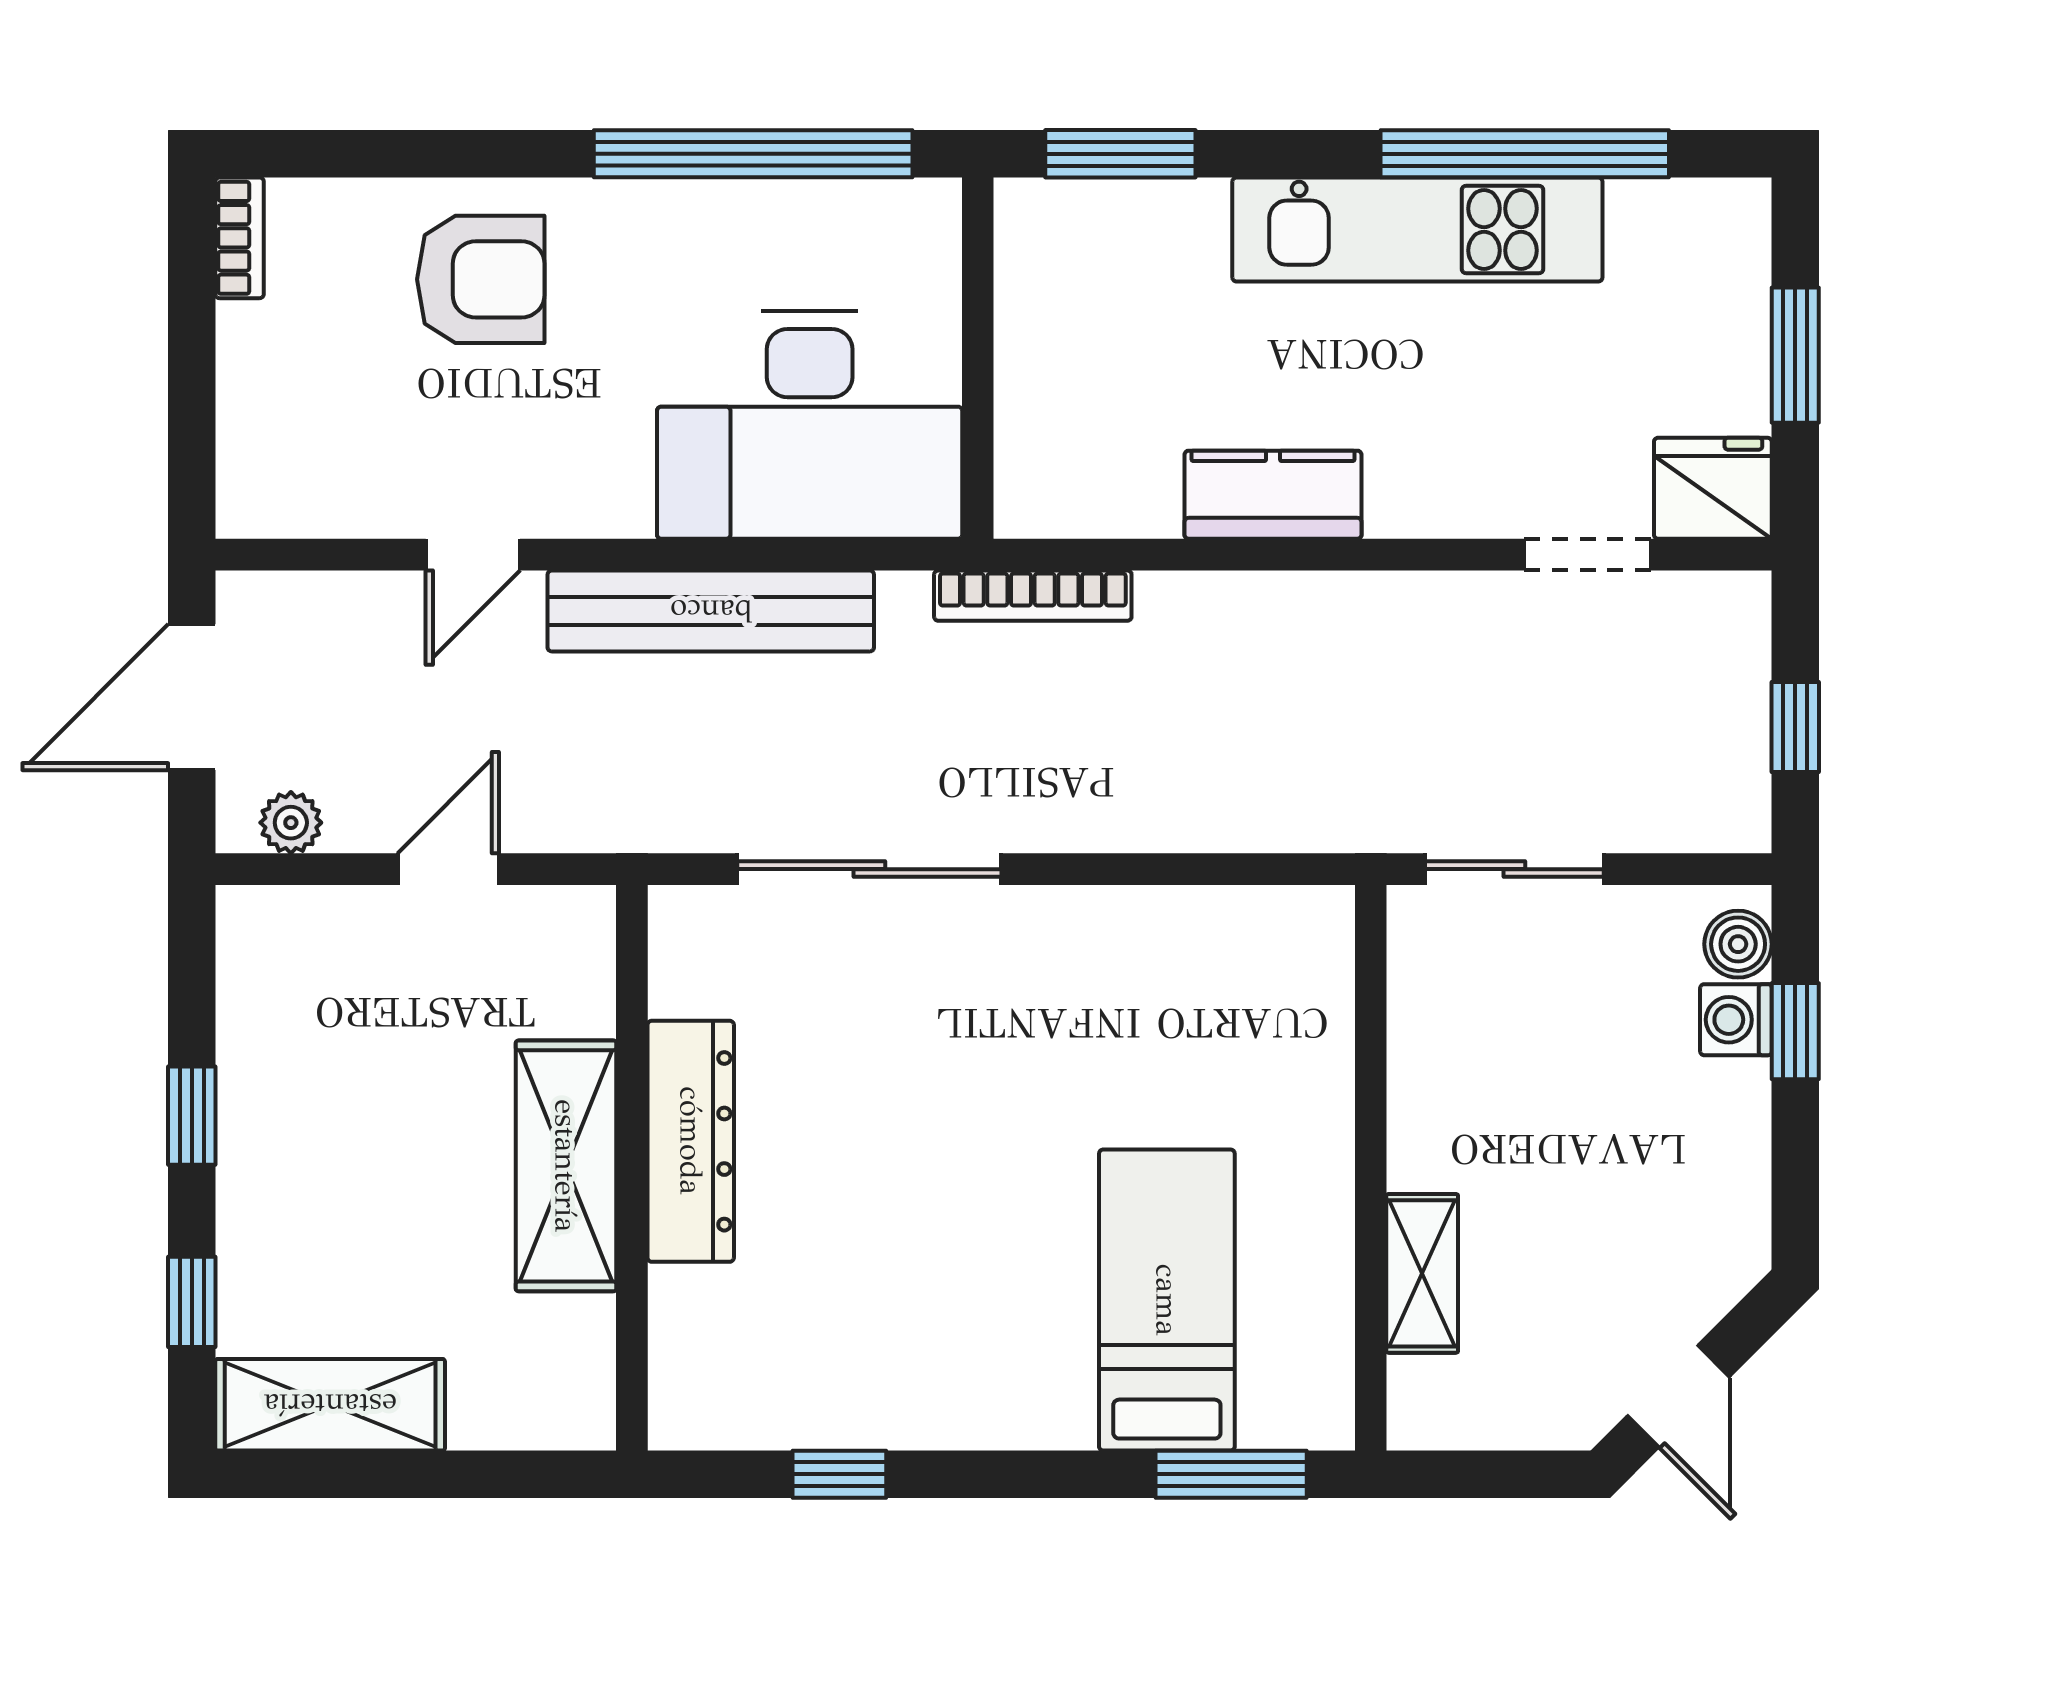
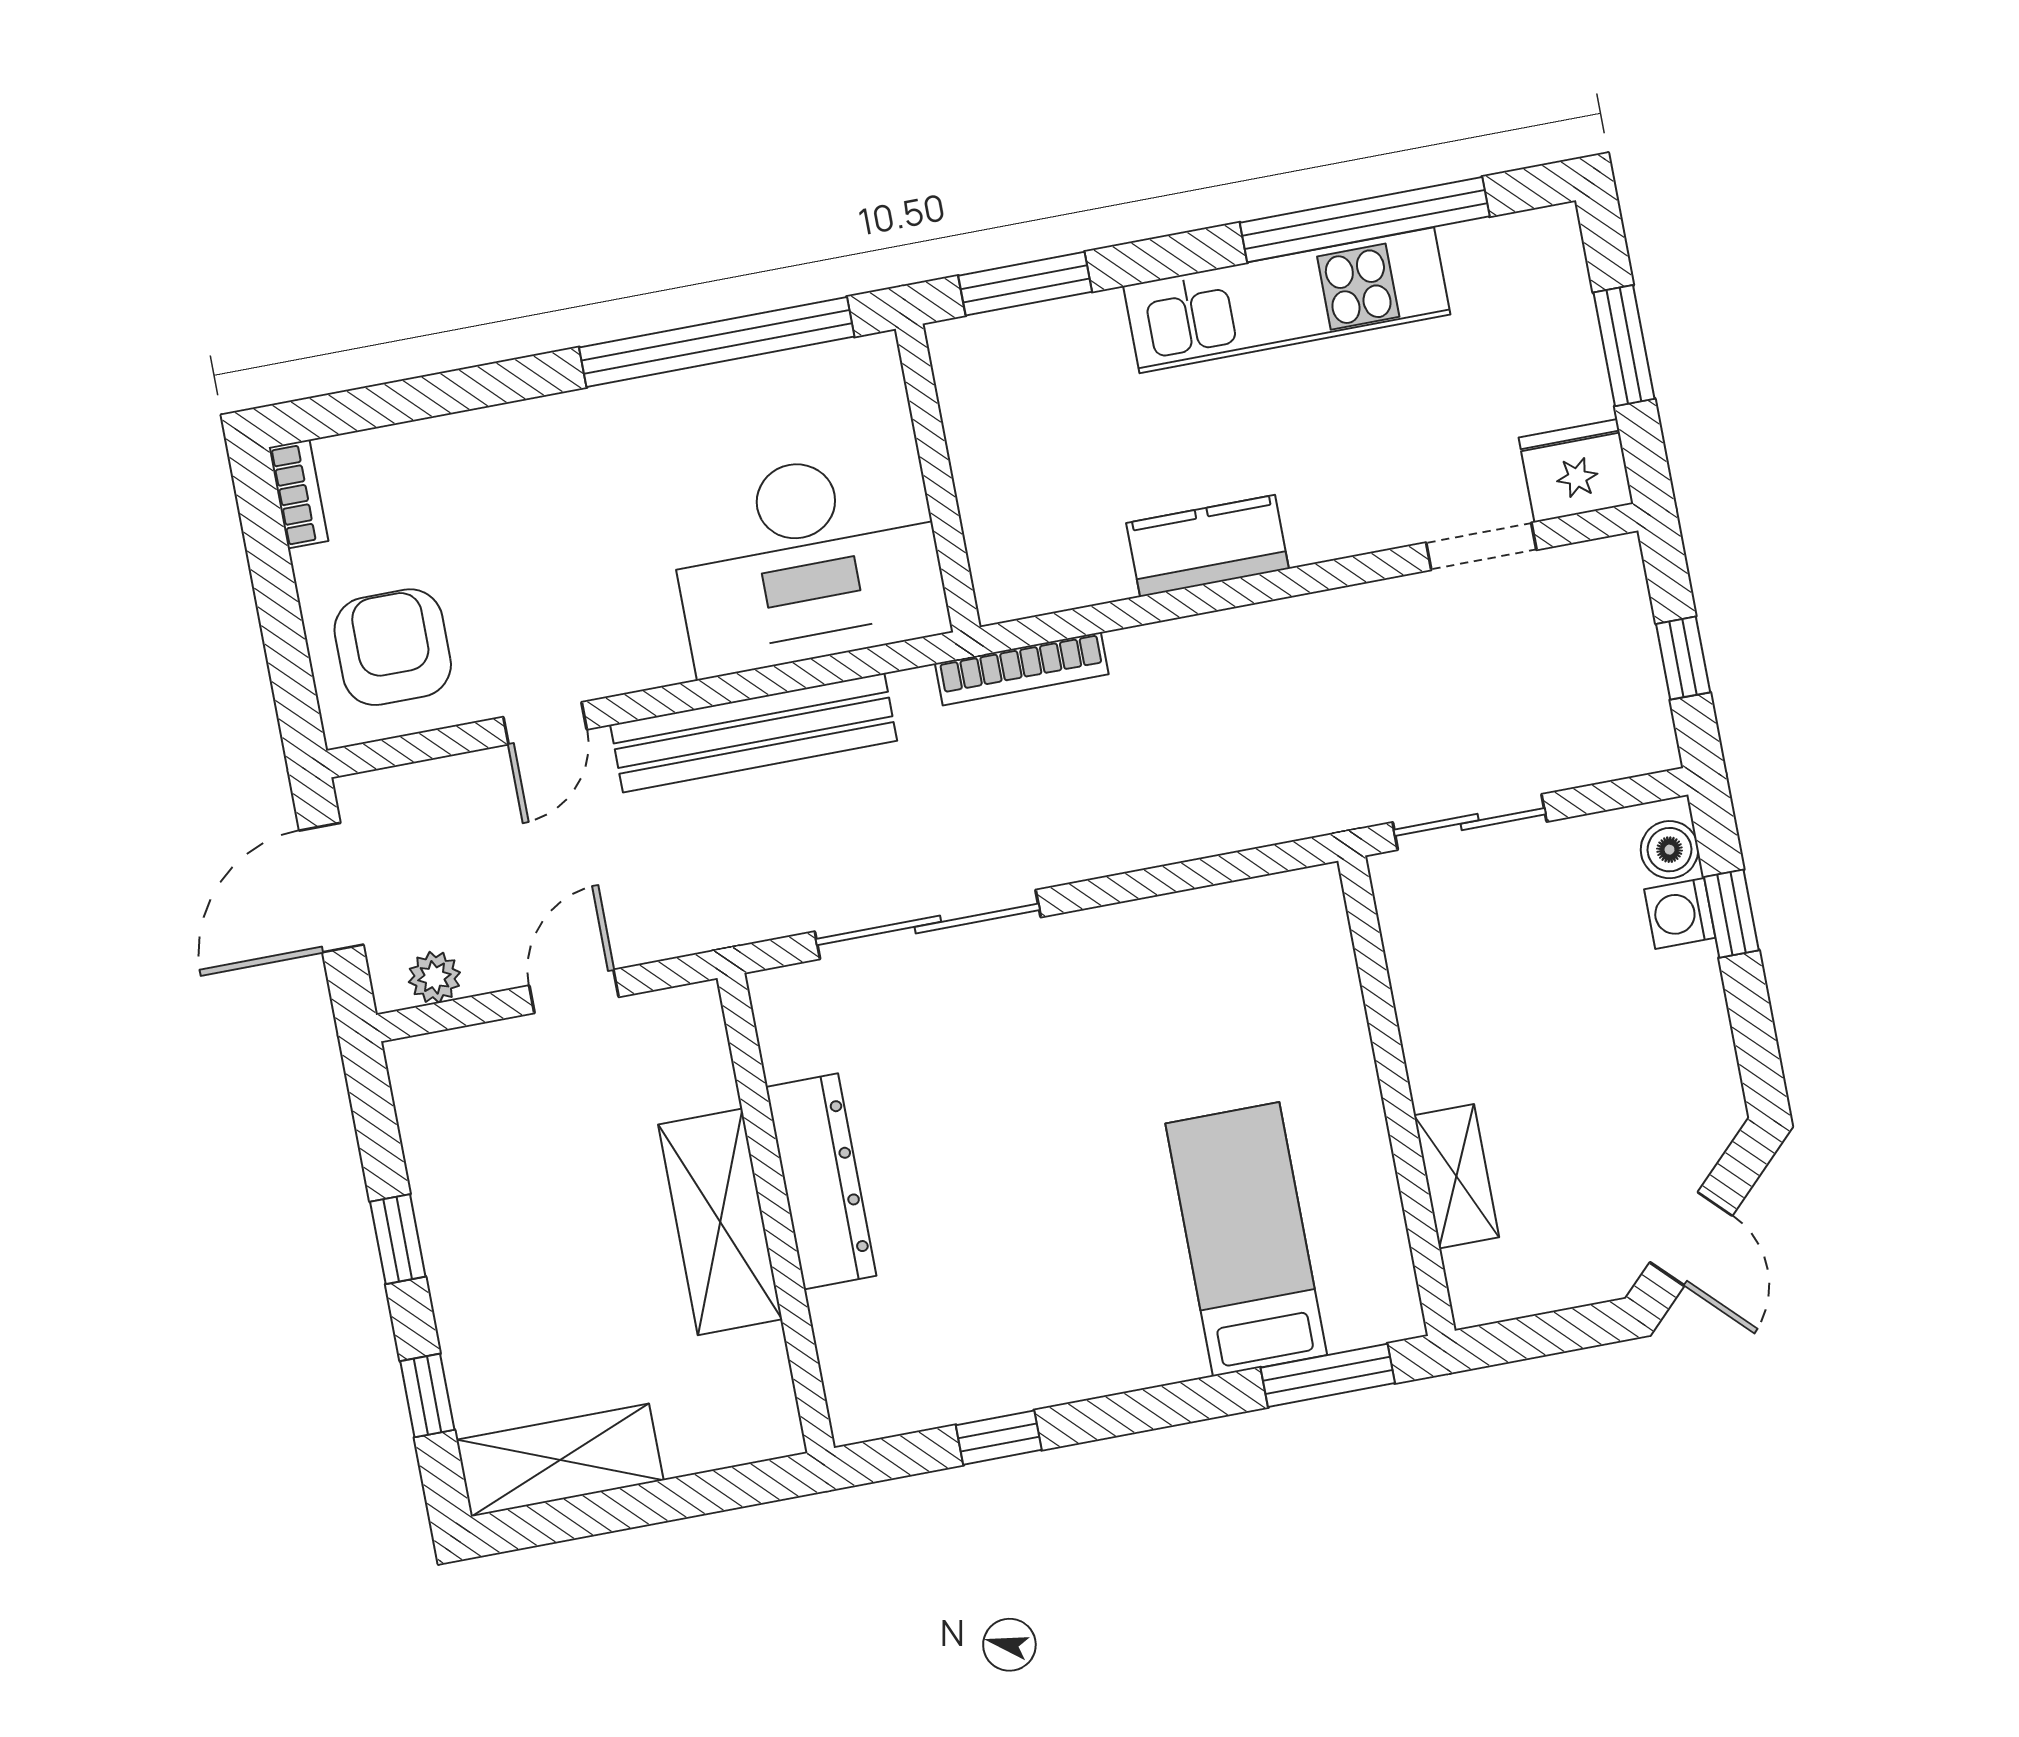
armchair: (481, 279) -> (393, 647), moved, turned -90

